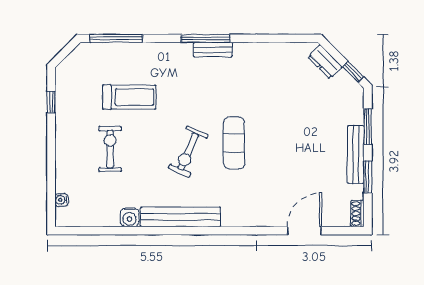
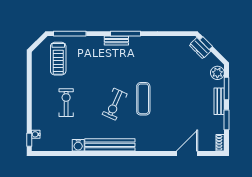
bench: (213, 50) -> (116, 41), moved
window: (353, 72) -> (206, 43), moved
treadmill: (129, 97) -> (58, 59), moved, turned 90
plant: (353, 101) -> (217, 73), added
window: (51, 102) -> (29, 140), moved
bench: (356, 155) -> (219, 101), width x0.73

